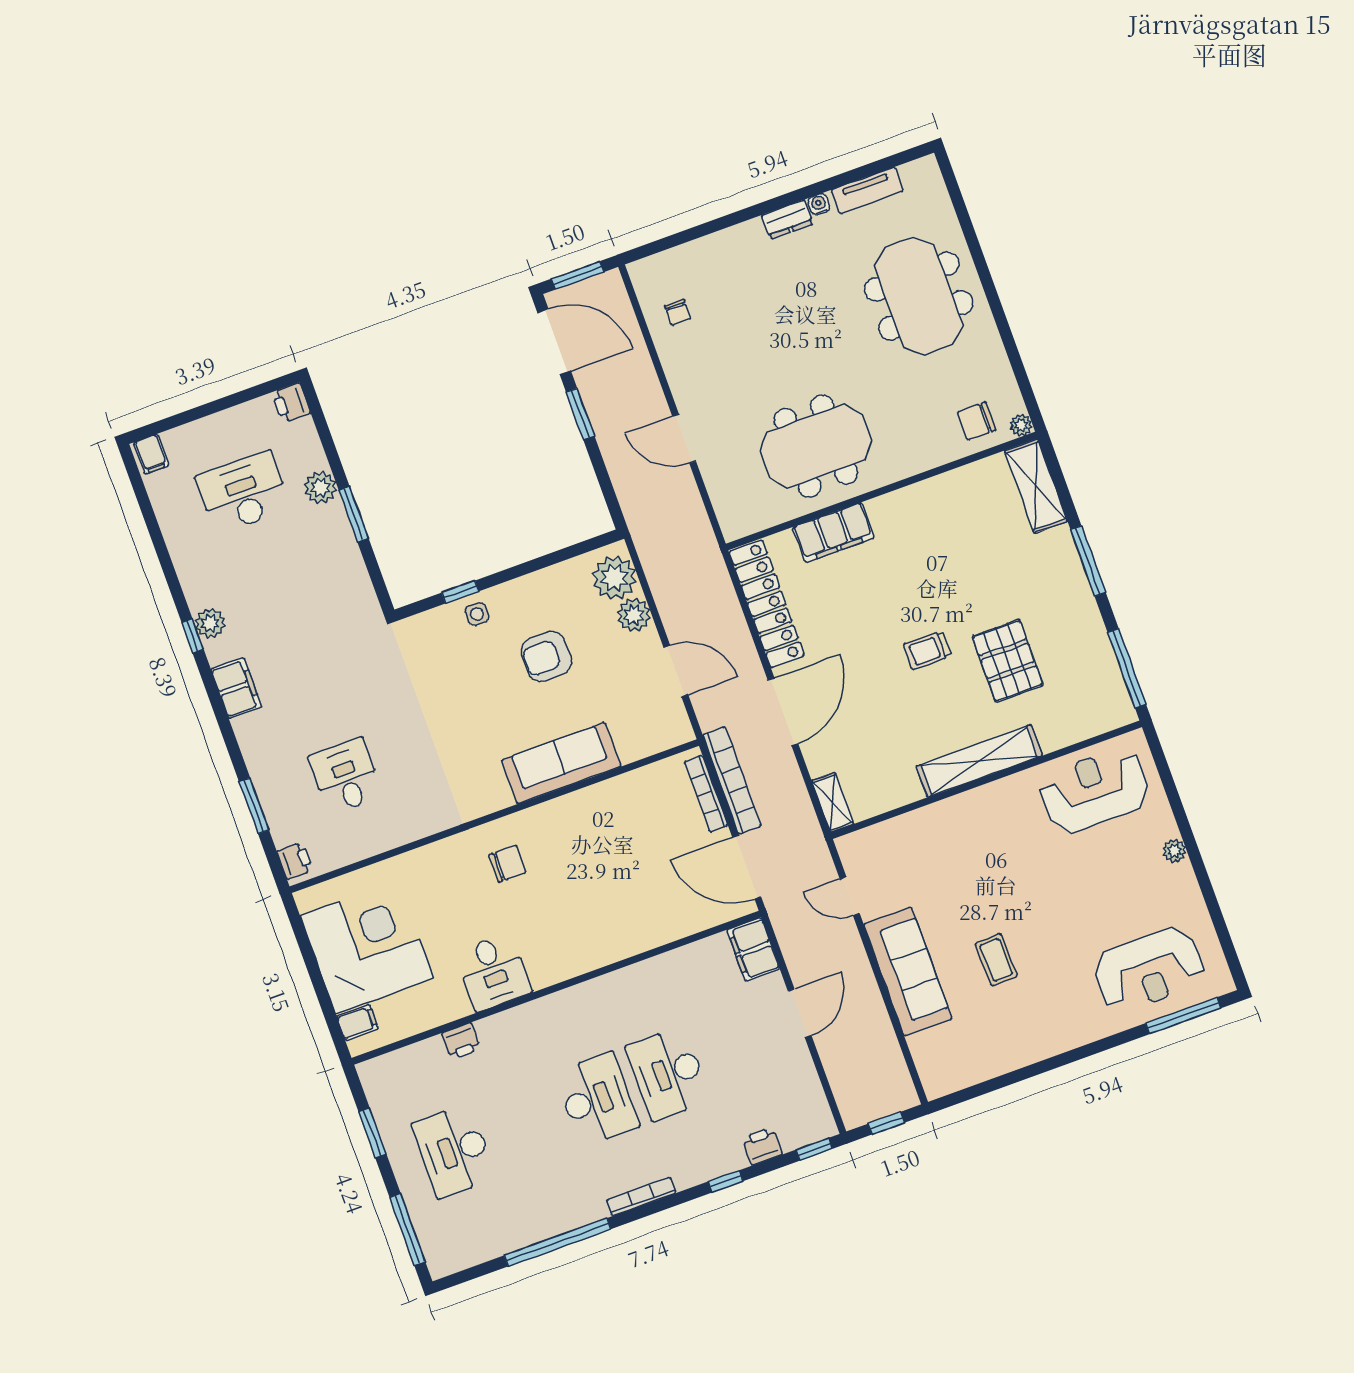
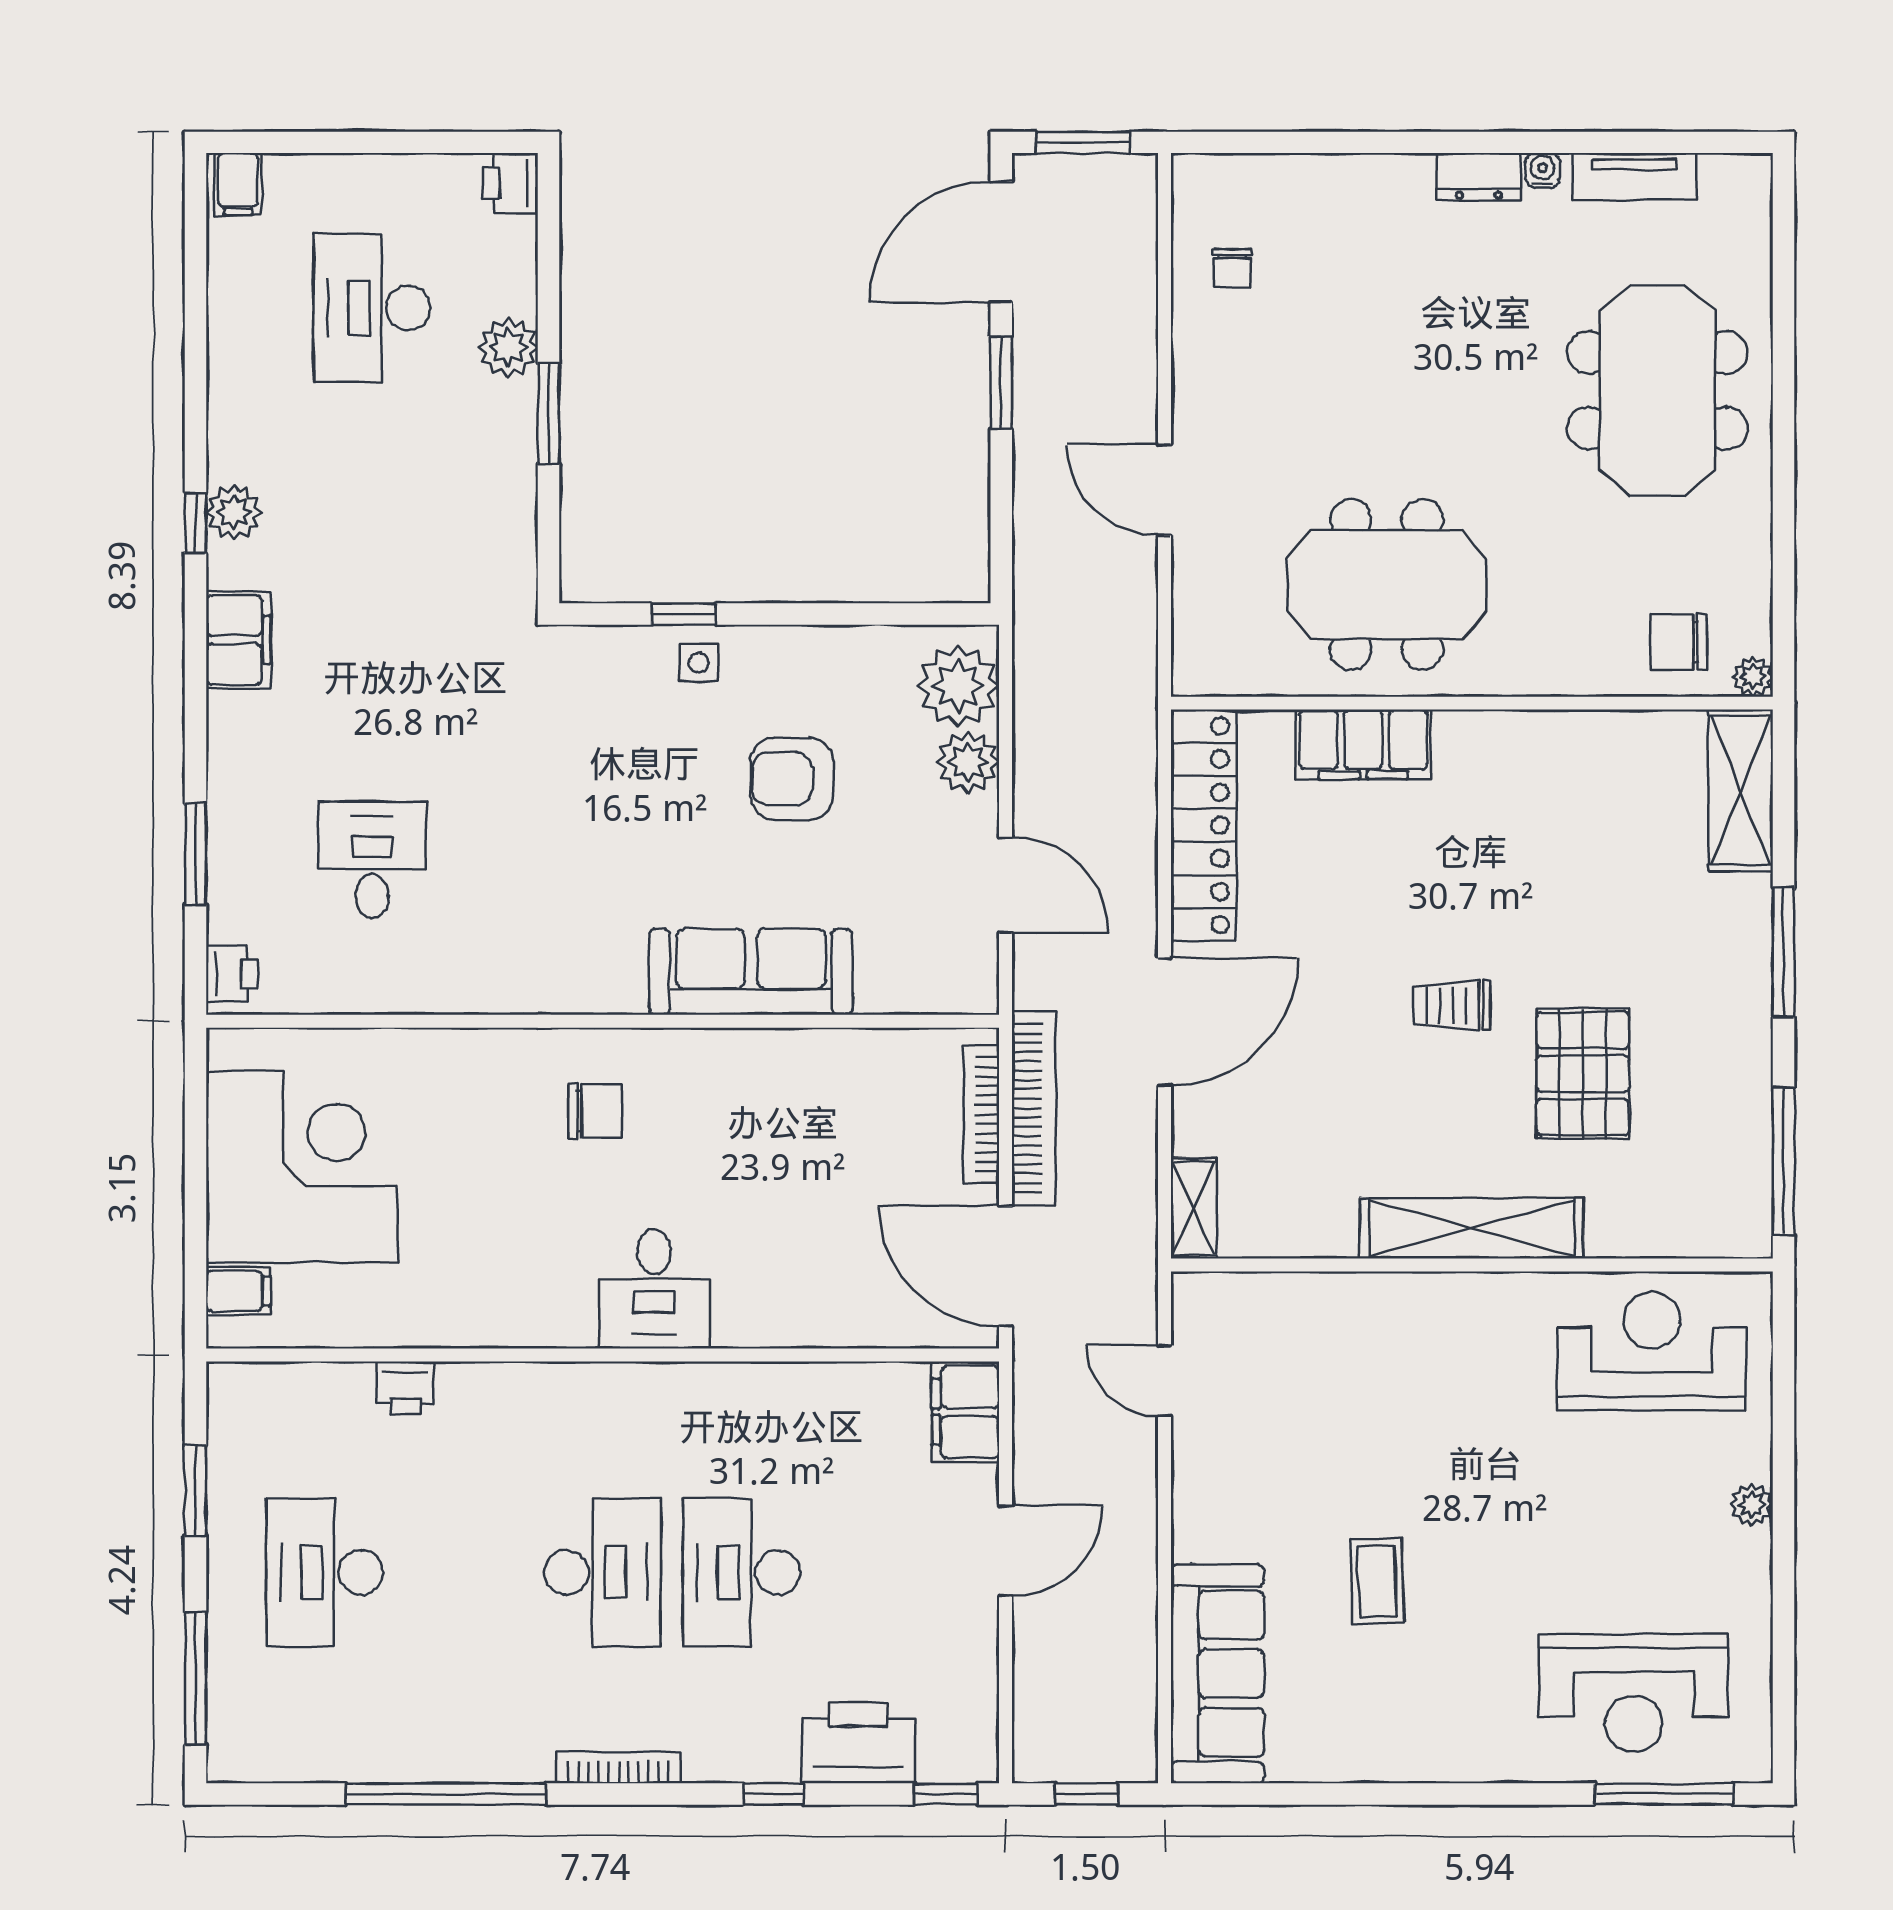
door: (554, 342) -> (1001, 242), swing flipped
desk: (243, 493) -> (372, 308), turned -90
desk: (493, 972) -> (654, 1289), moved
sofa: (908, 972) -> (1217, 1674), moved
printer: (762, 1146) -> (858, 1743), width x1.87, depth x1.48

